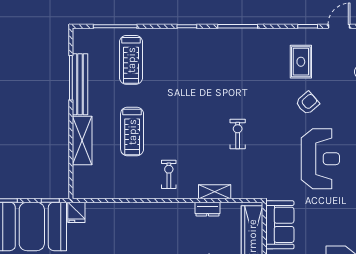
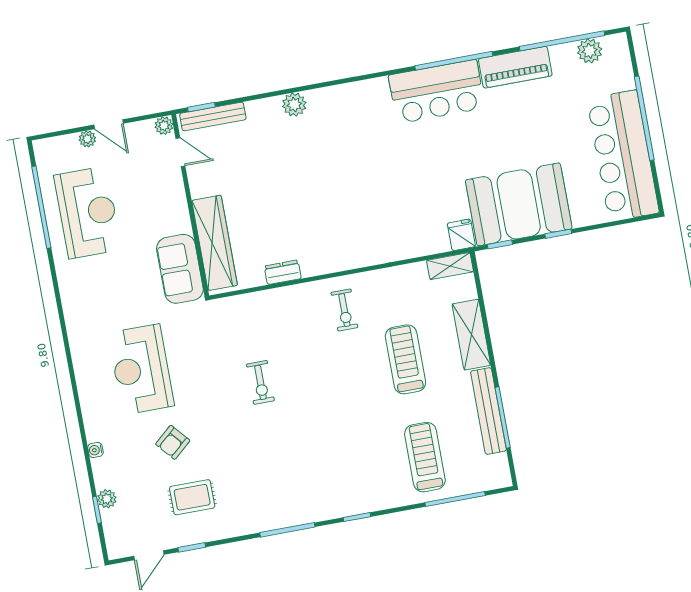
rug: (301, 62) -> (192, 497), turned 90
shelving: (215, 192) -> (450, 266), moved

